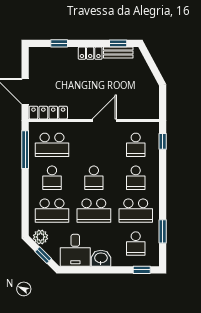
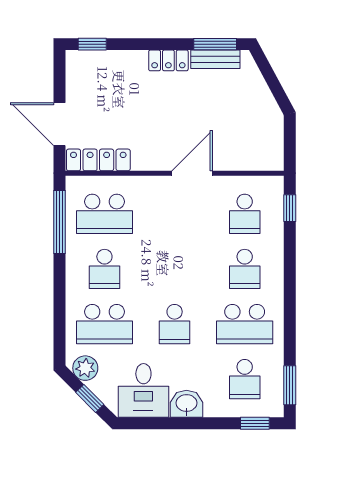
window: (59, 43) -> (92, 44), moved
window: (118, 43) -> (215, 44), width x1.50
school desk: (94, 178) -> (175, 269), removed
school desk: (94, 211) -> (175, 324), width x0.54
window: (163, 231) -> (290, 385), moved

